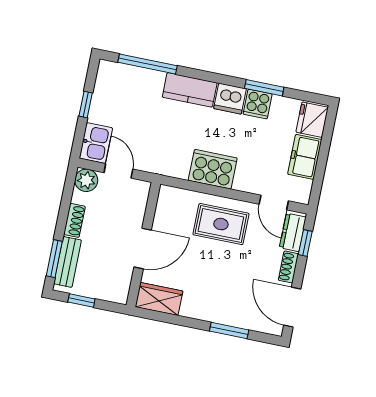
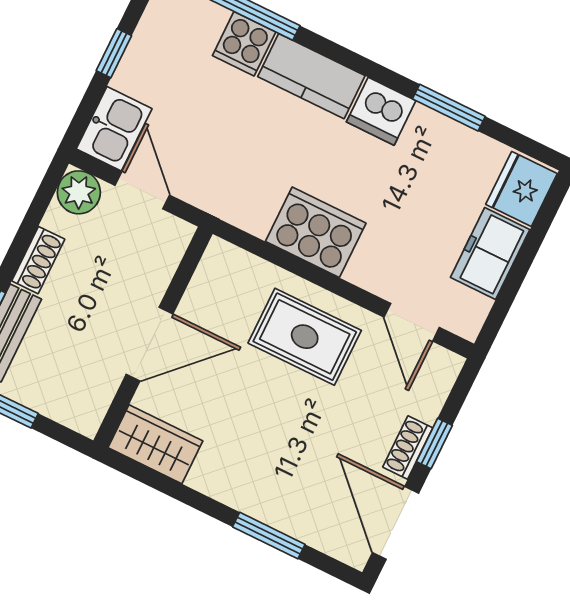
cooker: (258, 104) -> (244, 44), moved
dresser: (293, 232) -> (432, 386), removed
window: (305, 243) -> (434, 443), moved

